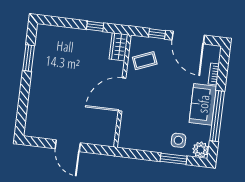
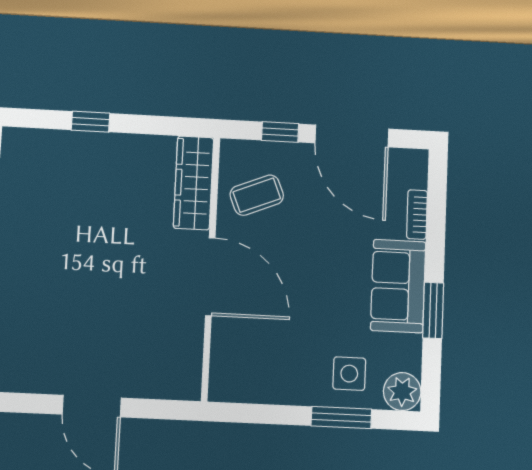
window: (95, 26) -> (90, 122), moved
wardrobe: (119, 47) -> (194, 183), width x1.50
door: (122, 94) -> (210, 277), swing flipped
window: (217, 116) -> (433, 310), width x0.47

